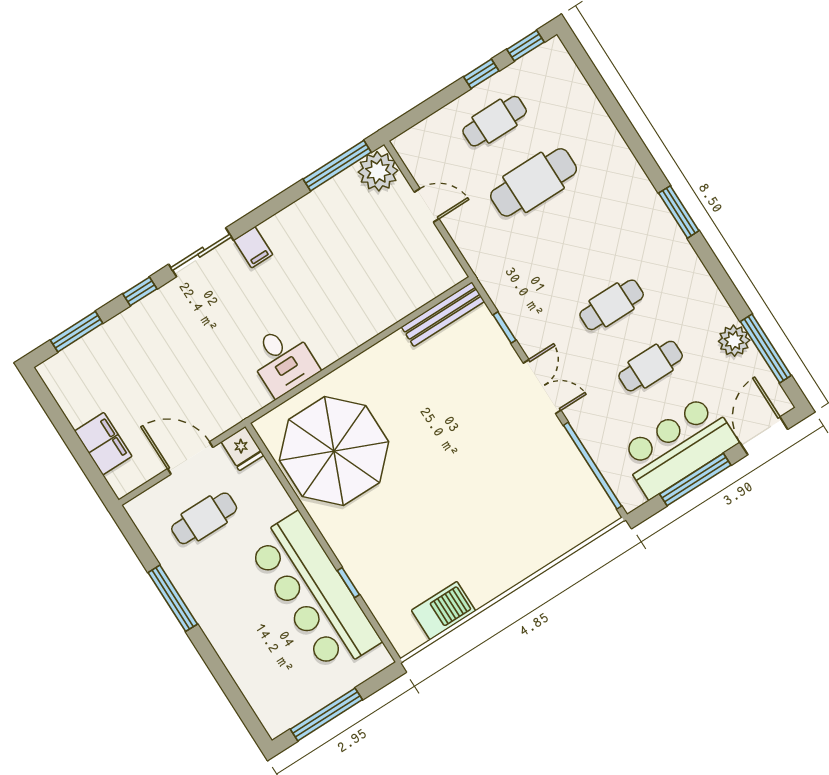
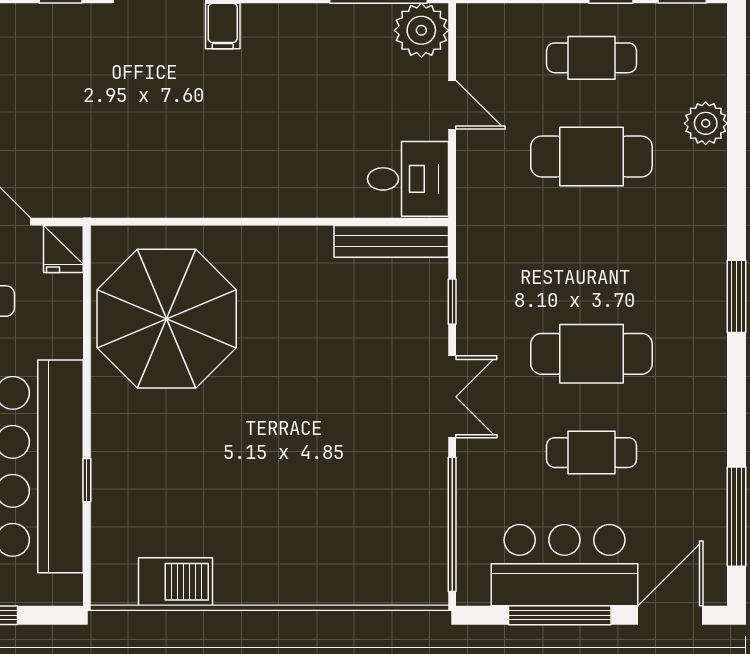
cafe table: (612, 305) -> (591, 354), width x1.37, depth x1.35
plant: (734, 341) -> (706, 123), moved
desk: (283, 360) -> (408, 179), moved, turned -90

